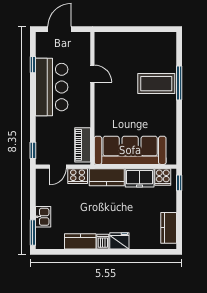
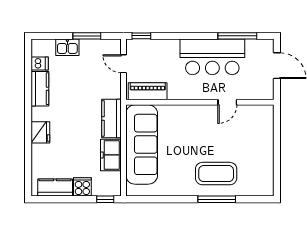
window: (33, 65) -> (237, 36), width x2.17
coffee table: (156, 84) -> (216, 174), turned 90
cooker: (78, 176) -> (113, 86), removed
cooker: (163, 177) -> (82, 187), moved, turned 90
window: (33, 233) -> (87, 36), moved
dishwasher: (103, 242) -> (40, 63), moved

